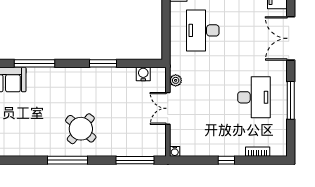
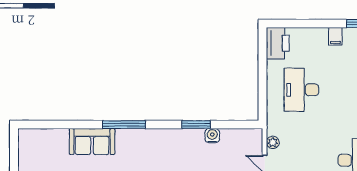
water cooler: (143, 74) -> (212, 136), moved

